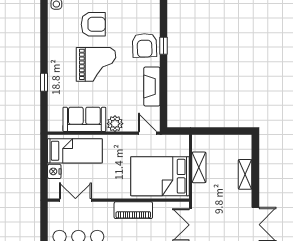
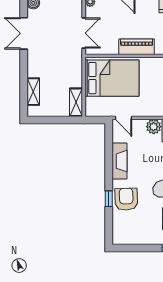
shelving: (199, 167) -> (76, 102), moved
shelving: (245, 174) -> (33, 92), moved

